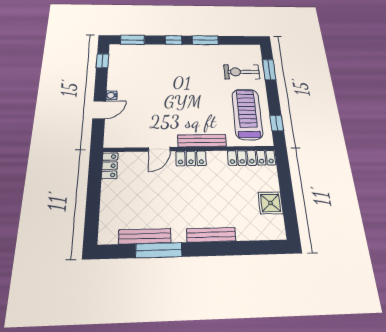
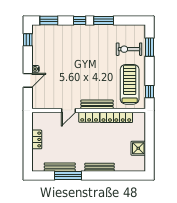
locker: (252, 158) -> (116, 117), moved
locker: (110, 166) -> (37, 139), moved

